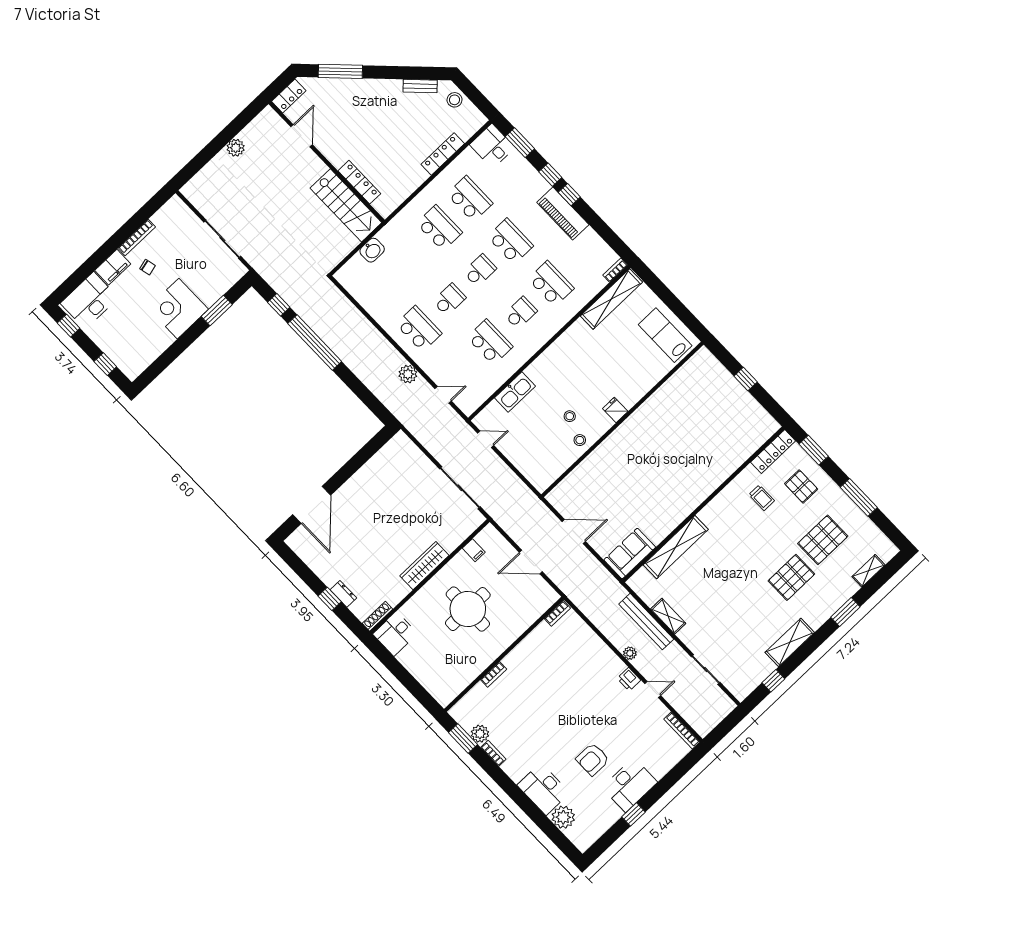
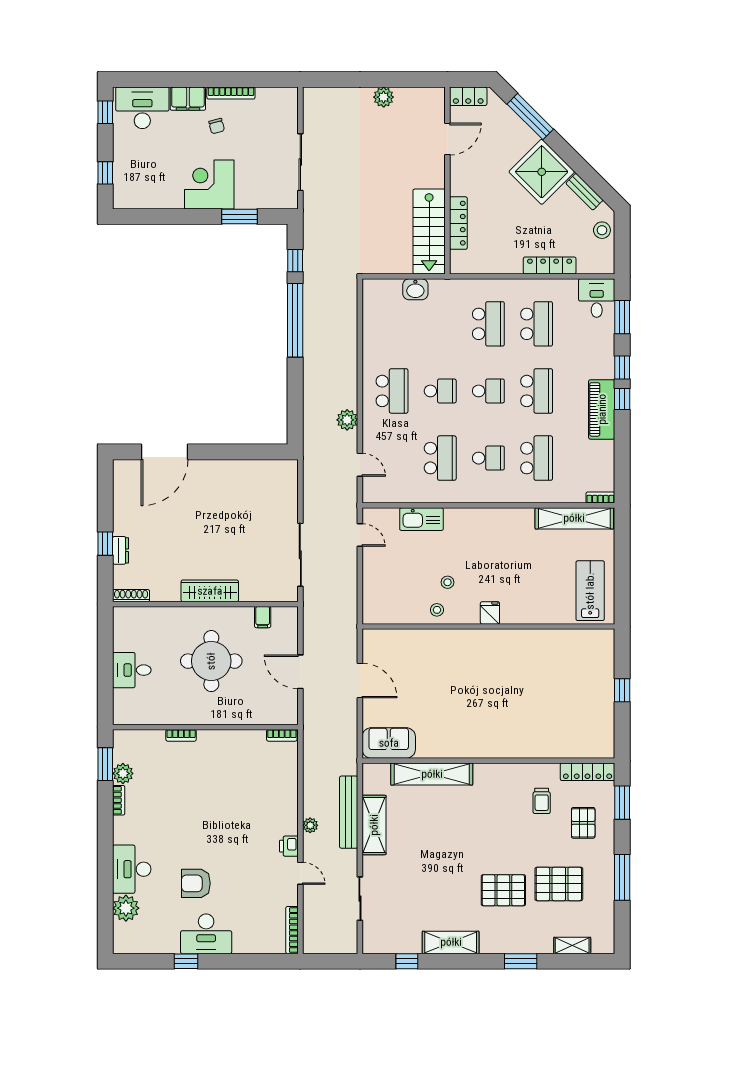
shower: (381, 99) -> (542, 172), added
shelving: (668, 616) -> (374, 825), width x1.50, depth x1.33
desk: (395, 634) -> (132, 670), moved

